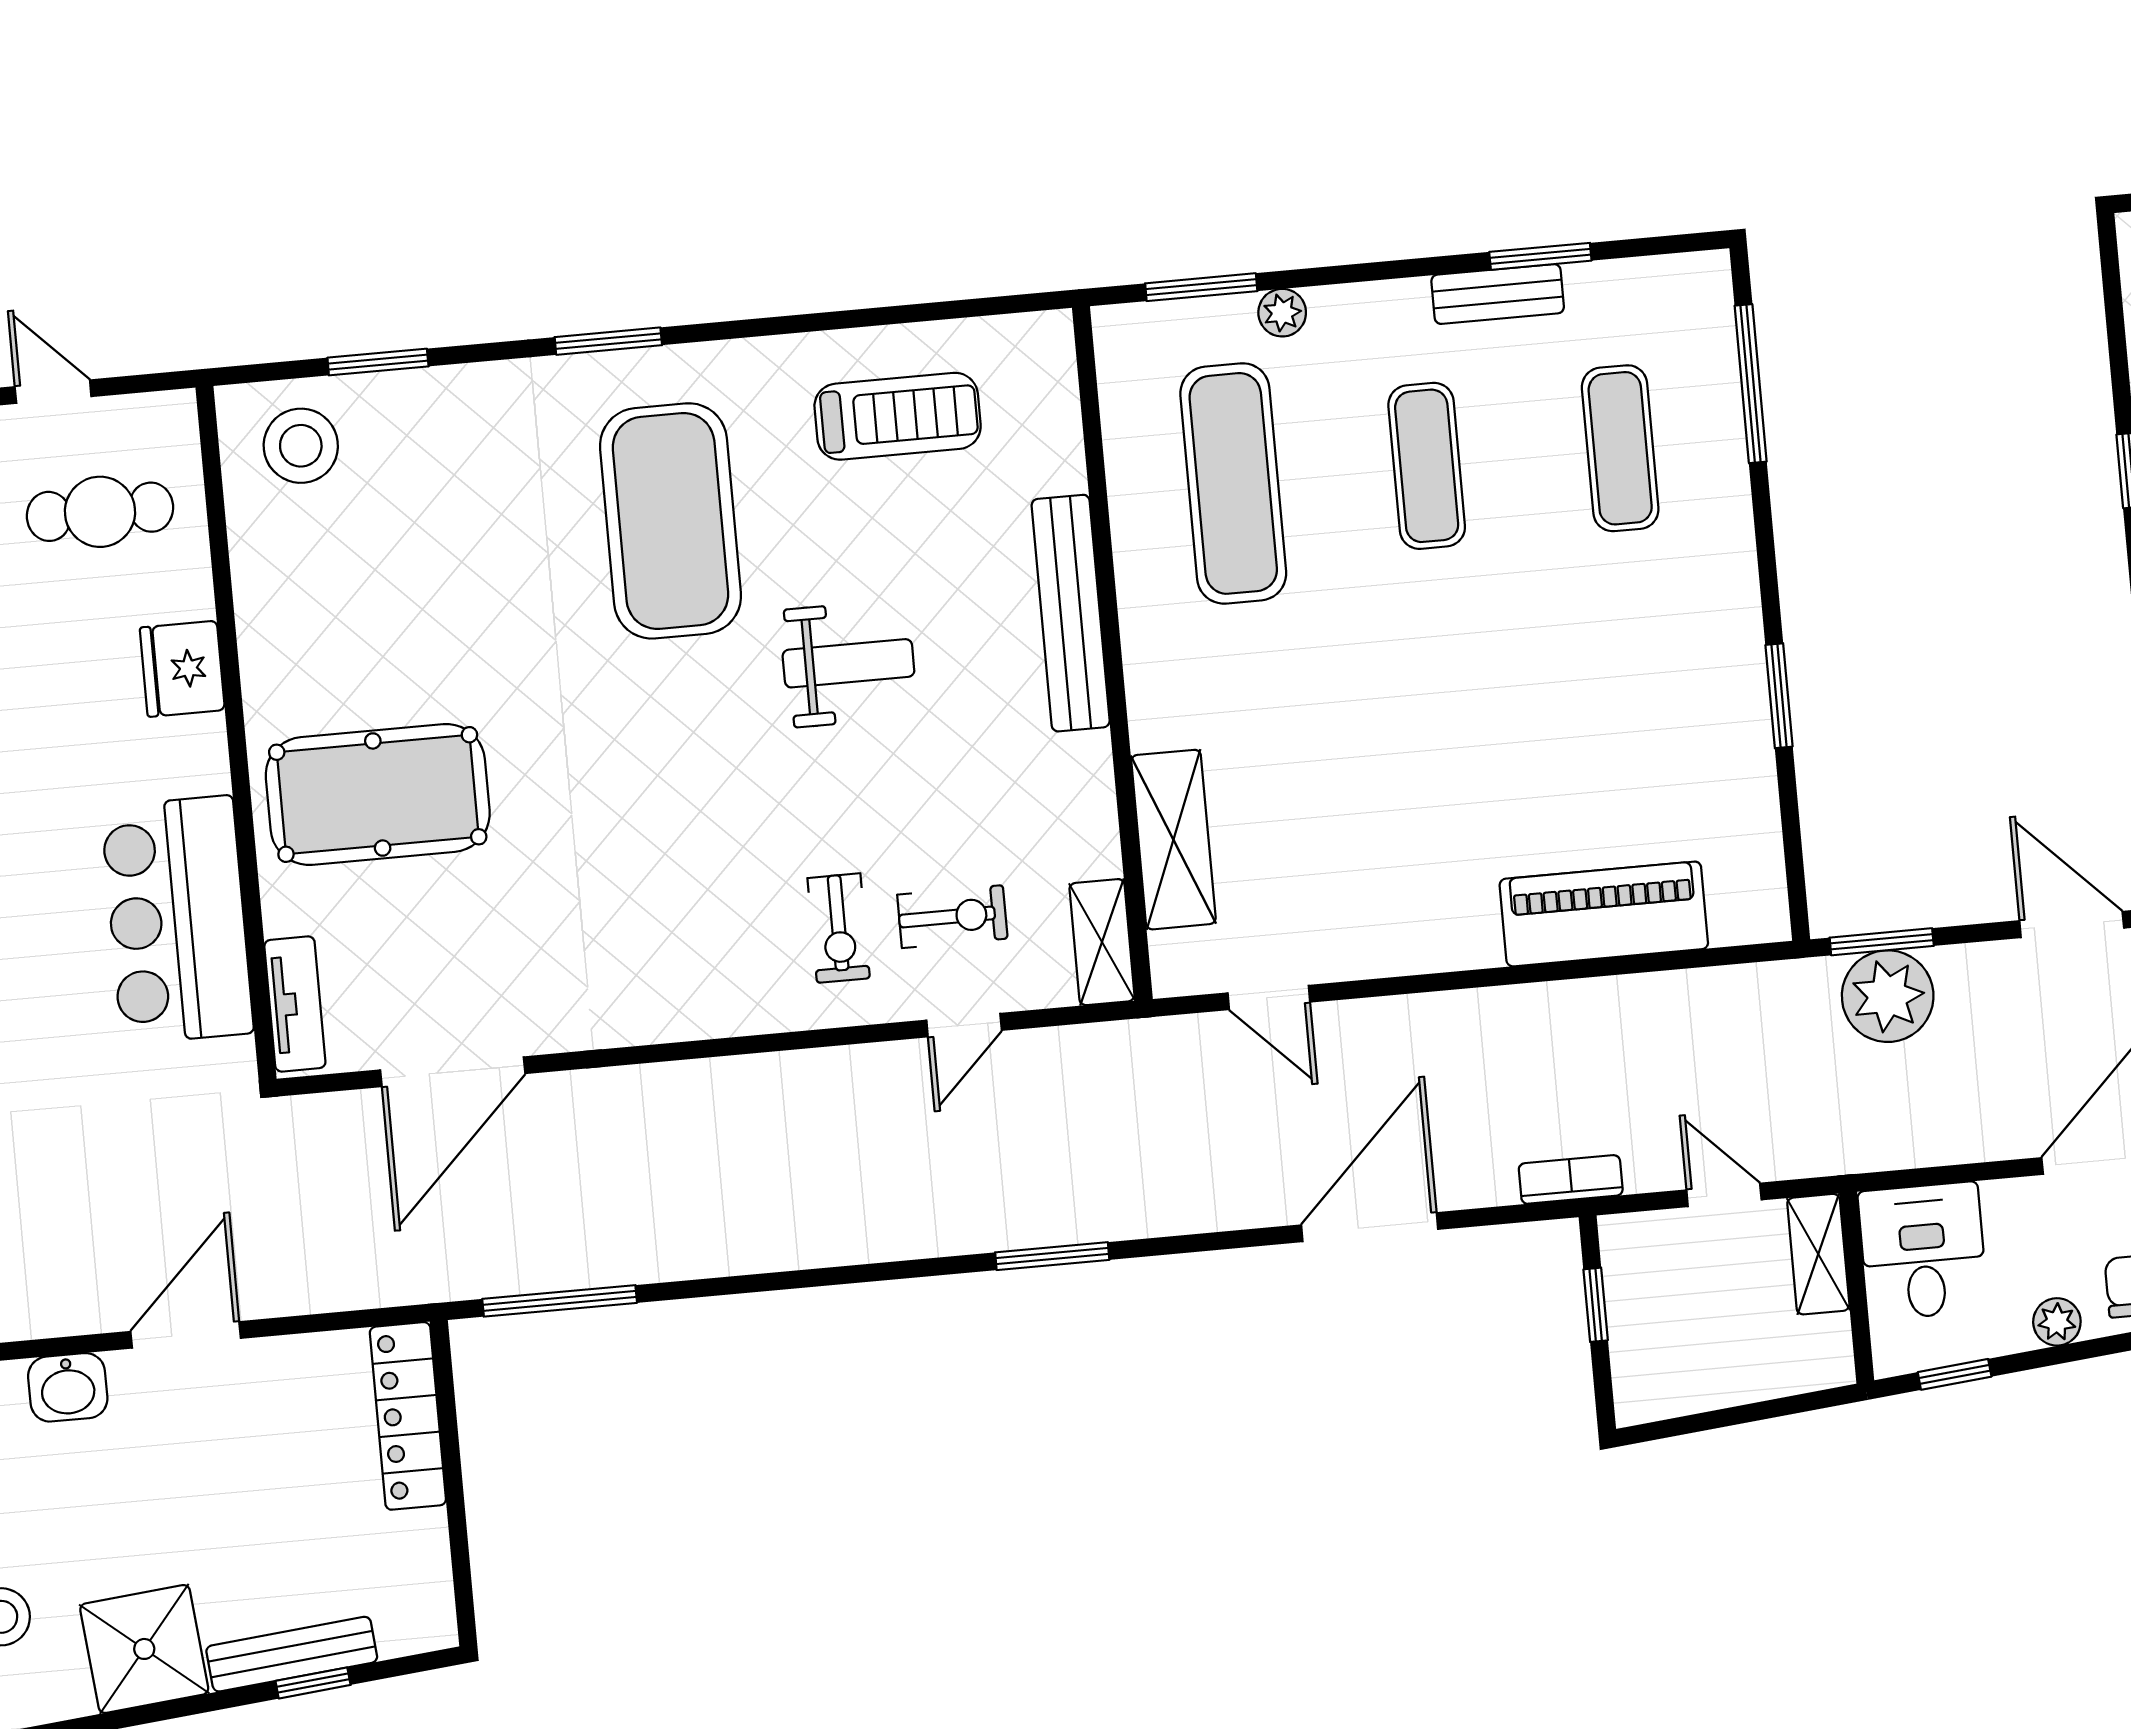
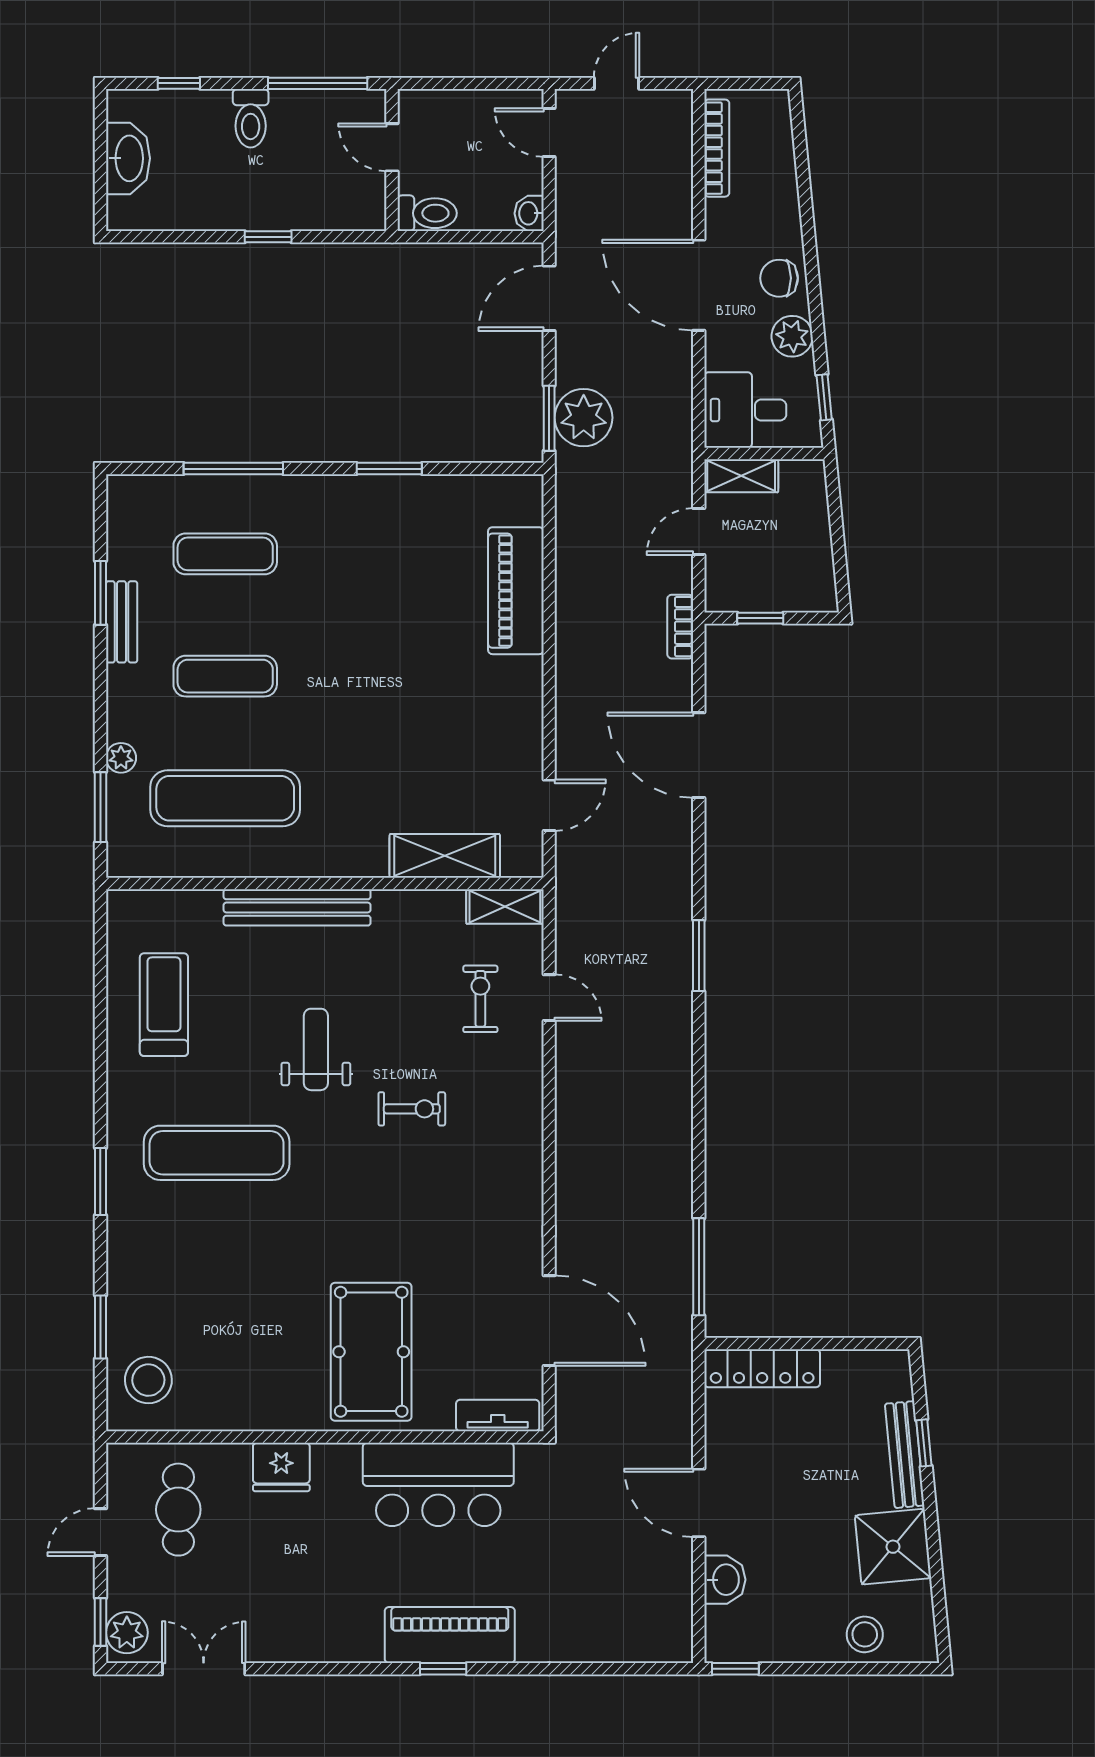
window: (1751, 384) -> (233, 469), moved
exercise mat: (670, 521) -> (217, 1153), width x0.68
exercise bike: (839, 928) -> (412, 1109), moved
plant: (2057, 1322) -> (792, 336), width x1.38, depth x1.38

